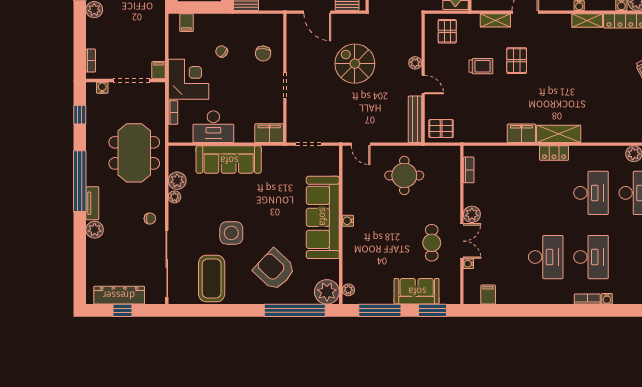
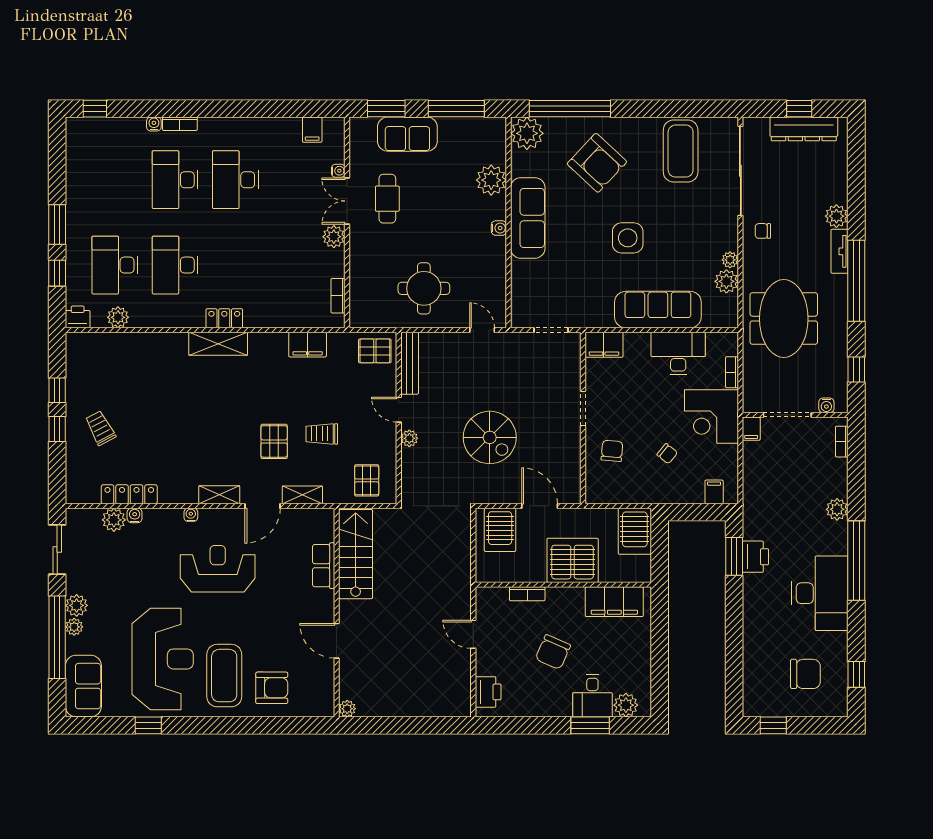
shelving: (587, 21) -> (219, 495), moved
filing cabinet: (521, 133) -> (308, 345), moved
sofa: (323, 217) -> (528, 218), width x0.74, depth x0.79
side table: (231, 233) -> (628, 238), moved
plant: (348, 290) -> (491, 180), moved, width x1.88, depth x1.88

